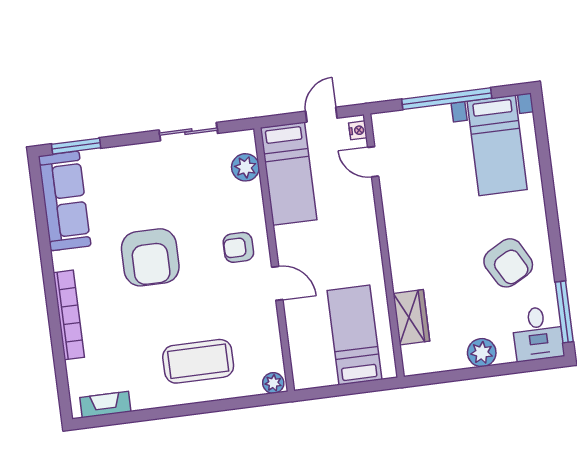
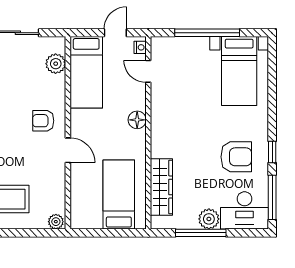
floor lamp: (366, 230) -> (137, 120), added
window: (556, 250) -> (272, 152), added
armchair: (508, 263) -> (236, 157), turned -61
wardrobe: (411, 317) -> (161, 187), width x1.50
desk: (538, 334) -> (245, 210), width x1.37
window: (473, 373) -> (201, 233), added

